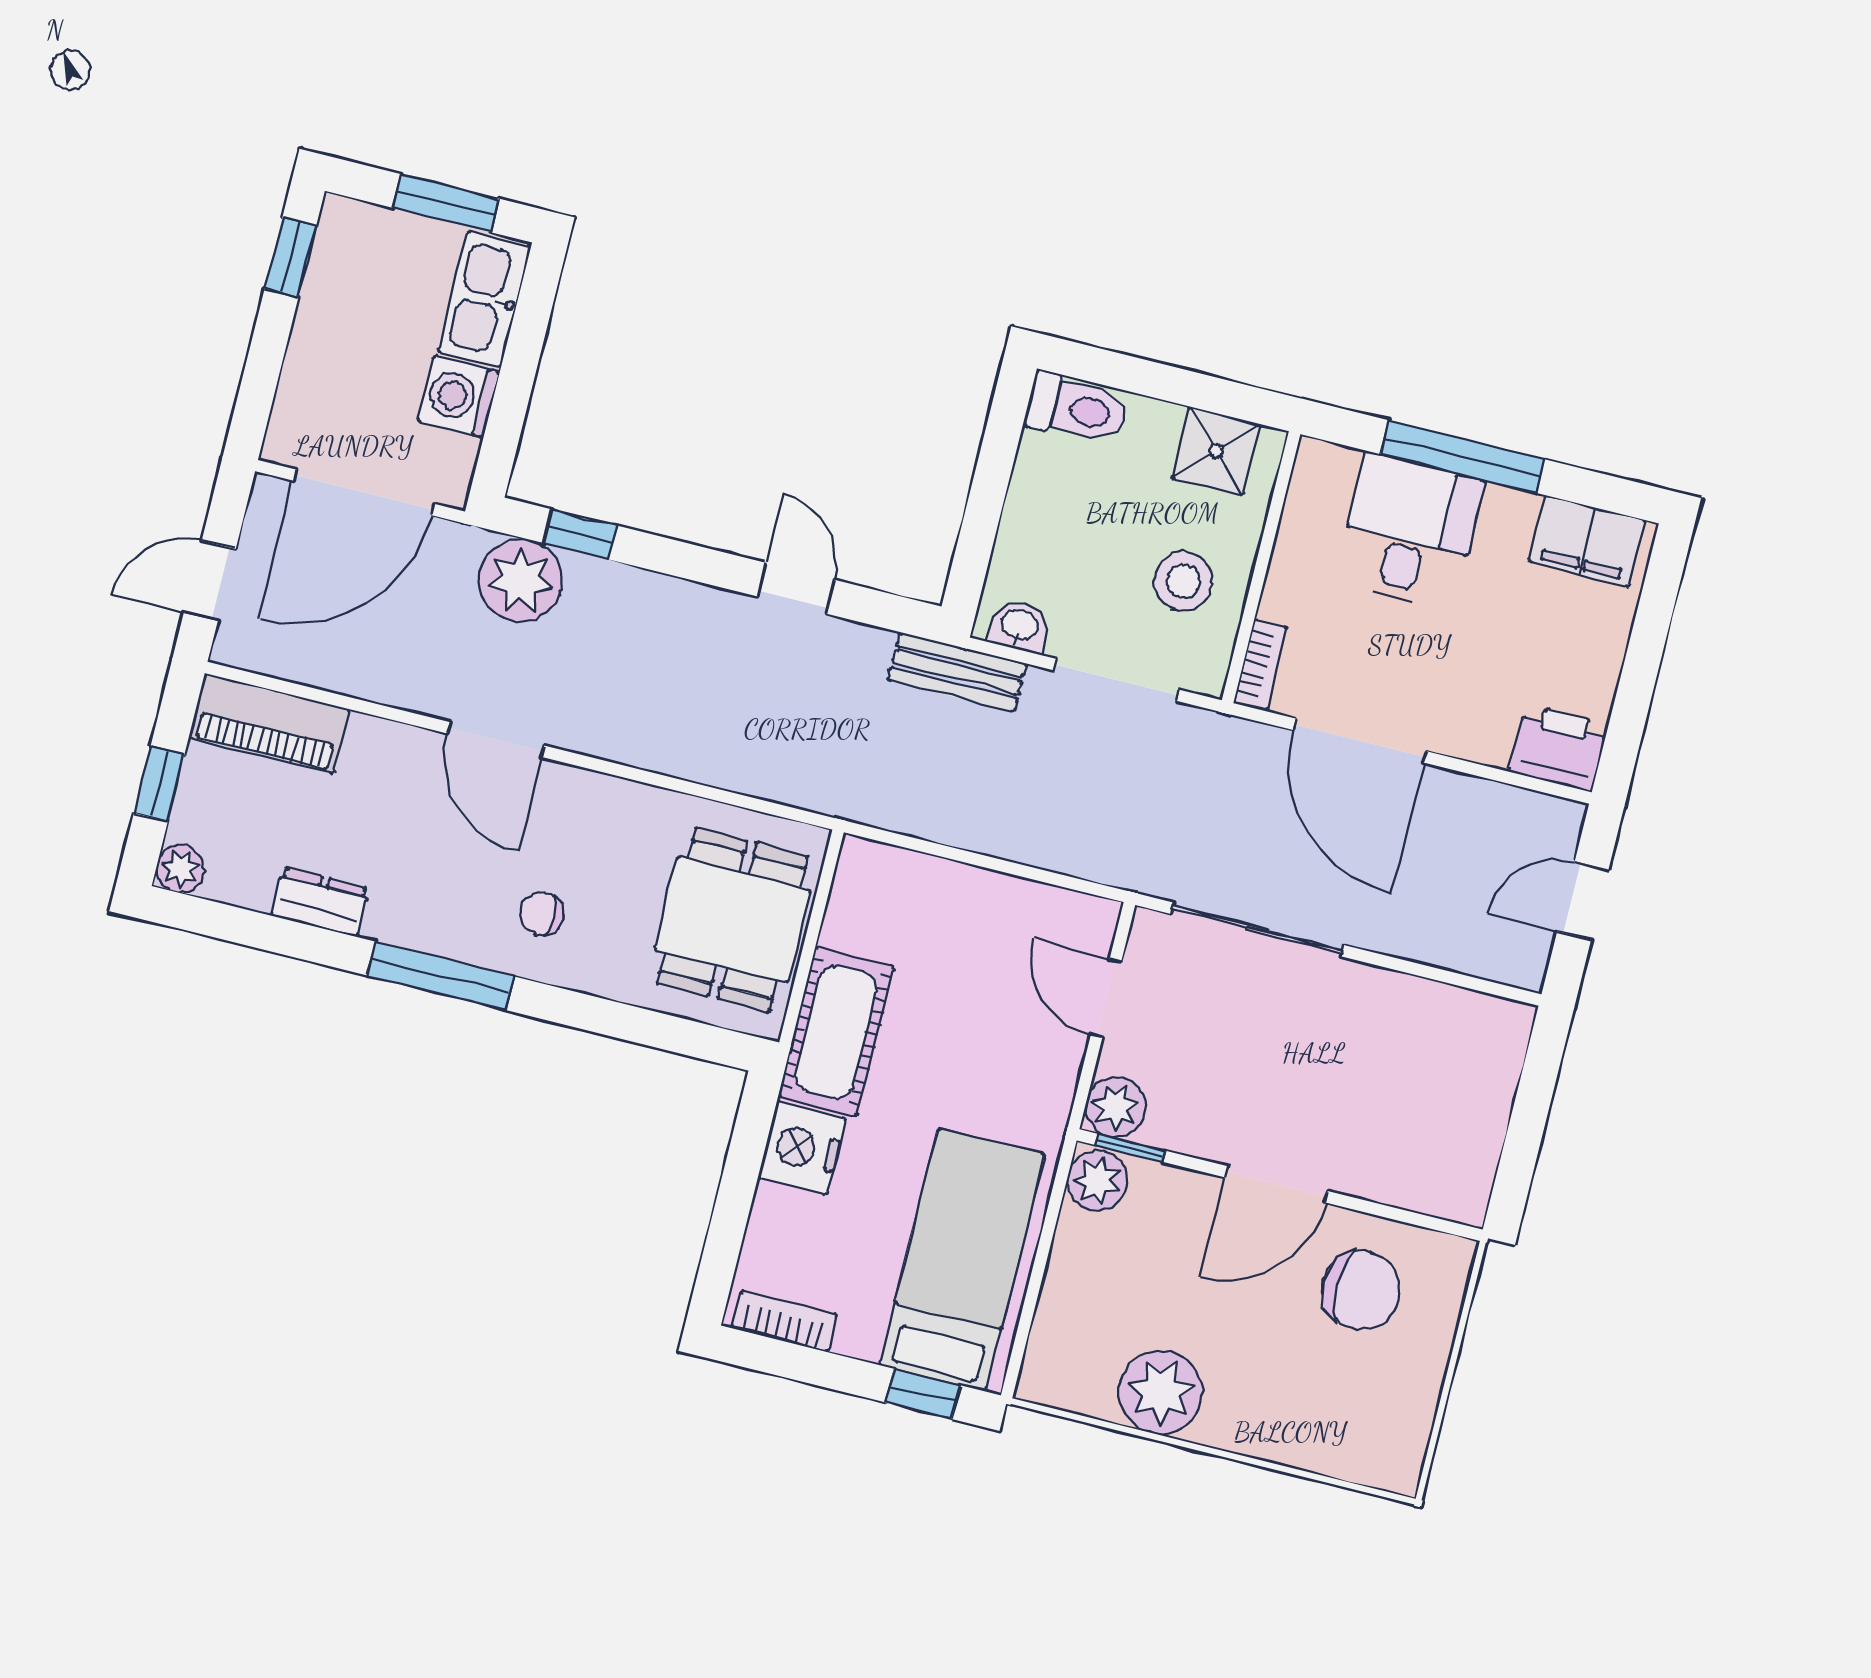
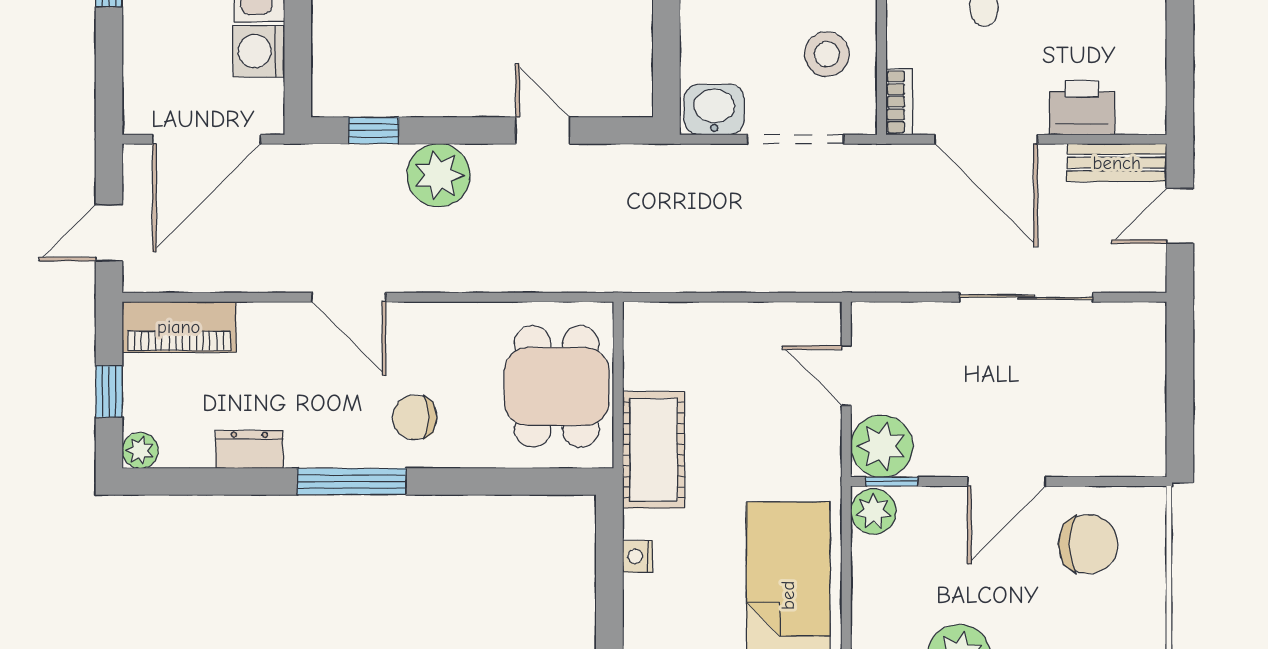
plant: (520, 580) -> (439, 175), moved
washbasin: (1020, 626) -> (714, 109), width x1.38, depth x1.45
bench: (957, 672) -> (1117, 163), moved
printer: (1559, 748) -> (1082, 108), moved
chair: (541, 914) -> (415, 417), width x1.37, depth x1.37
sliding door: (1257, 929) -> (1026, 297), moved
plant: (1116, 1107) -> (882, 446), width x1.36, depth x1.36
nightstand: (802, 1148) -> (638, 556), width x0.53, depth x0.56

